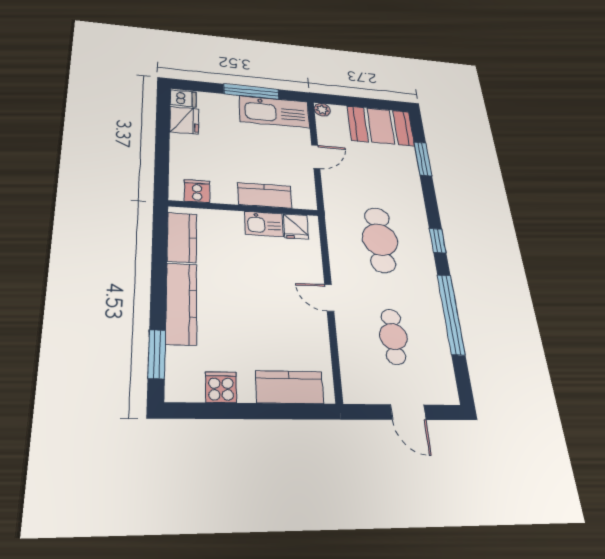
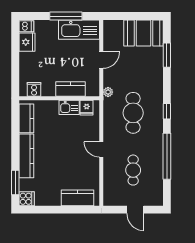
plant: (322, 110) -> (108, 92), moved
cooker: (221, 387) -> (27, 199), moved, turned 90

